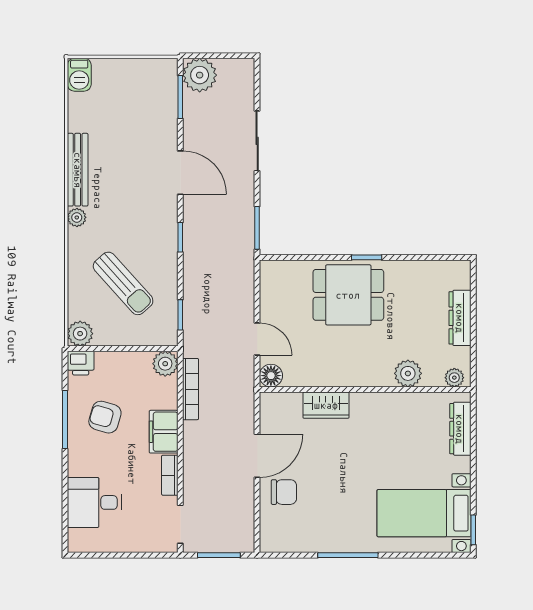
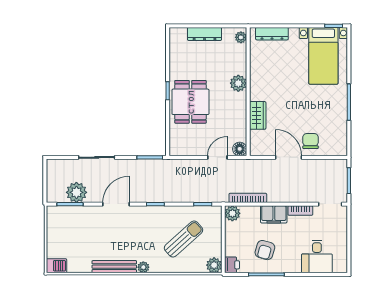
plant: (200, 75) -> (76, 192), moved
plant: (408, 373) -> (238, 83), moved

